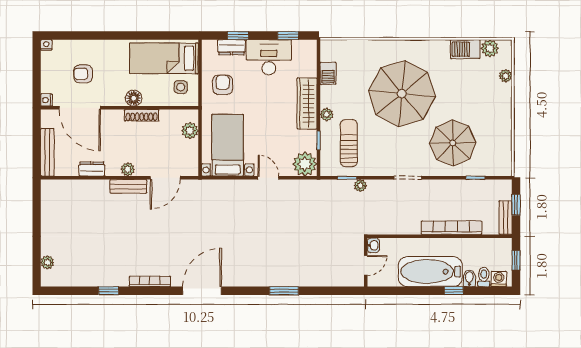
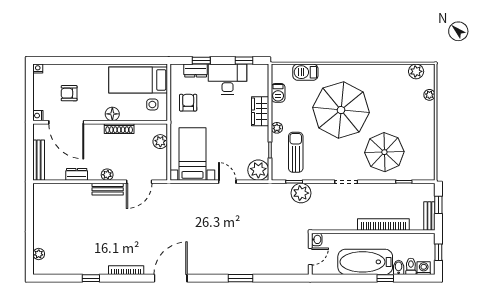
barbecue: (465, 49) -> (305, 72), moved
wardrobe: (307, 104) -> (260, 111), width x0.67
plant: (360, 186) -> (301, 193), width x1.88, depth x1.88

